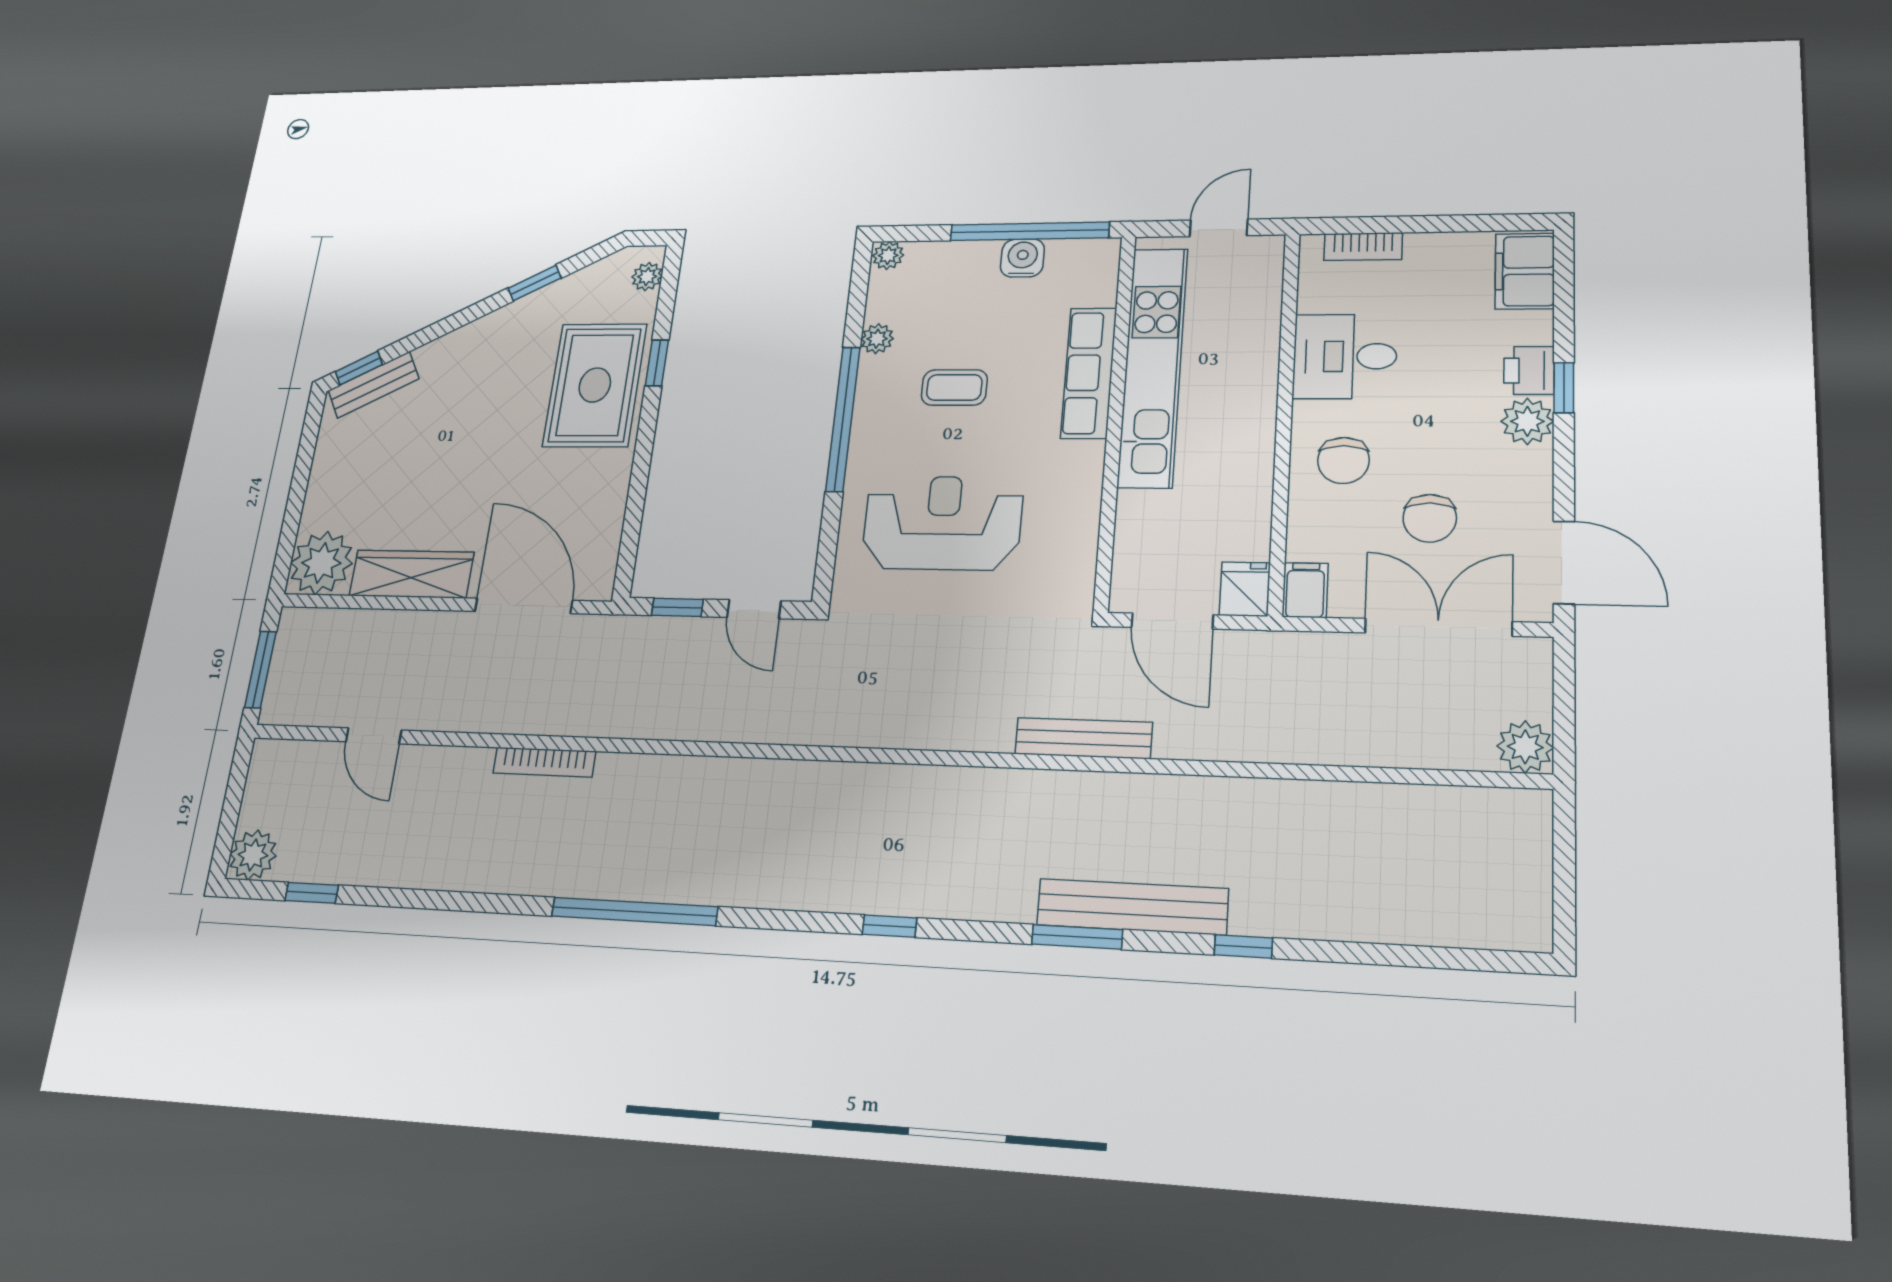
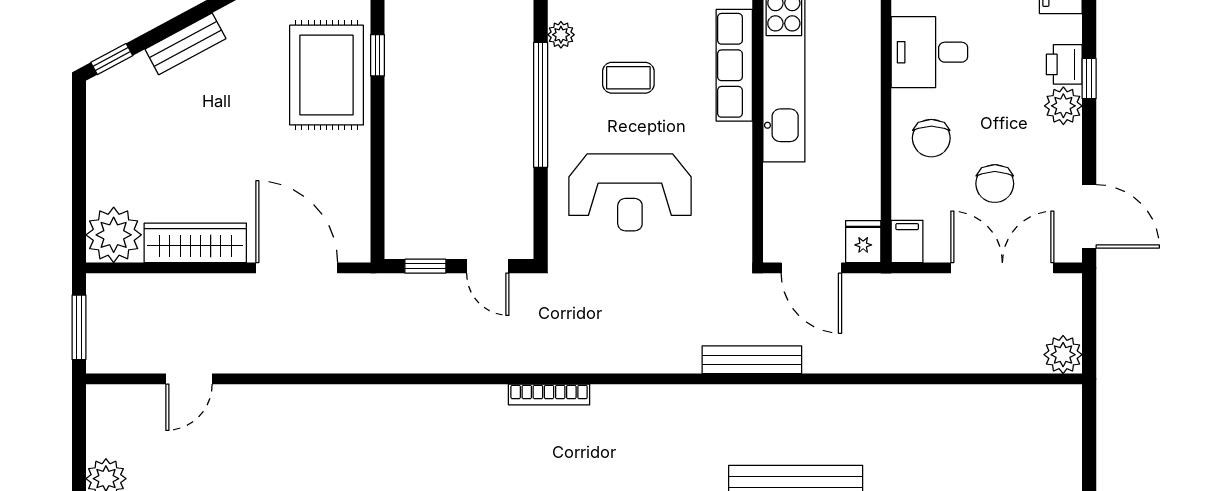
bench: (374, 385) -> (185, 44), moved
reception desk: (942, 523) -> (630, 192), turned 180
door: (374, 736) -> (189, 379), hinge flipped
bookcase: (544, 762) -> (549, 394), moved

